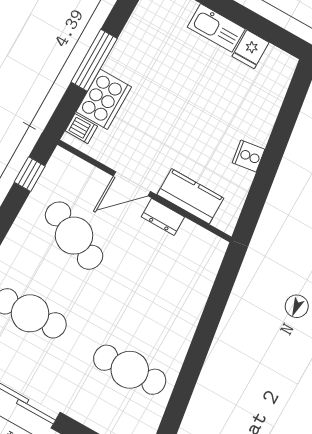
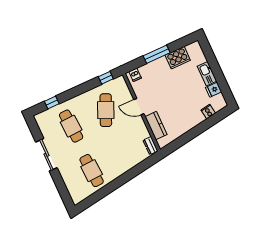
cooker: (104, 99) -> (178, 58), moved
cooker: (248, 156) -> (208, 112), moved
dresser: (163, 217) -> (150, 146), moved

